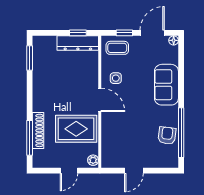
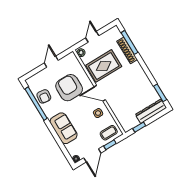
dresser: (78, 43) -> (151, 111), moved
armchair: (132, 128) -> (69, 88), added

